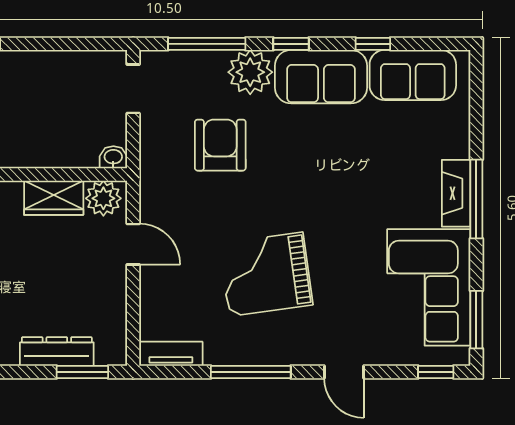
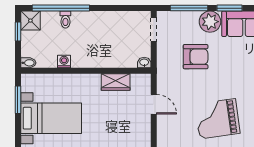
window: (291, 44) -> (230, 8), width x1.50
armchair: (220, 145) -> (196, 57), turned 90
plant: (103, 198) -> (139, 82), removed

